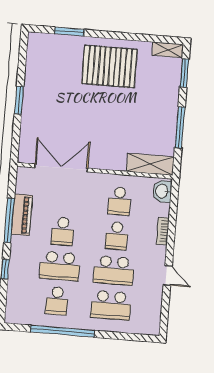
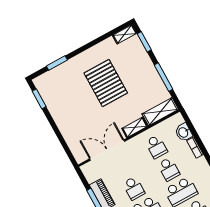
pallet: (109, 66) -> (106, 83), moved, turned 90
window: (19, 100) -> (39, 99), moved
shelving: (109, 163) -> (135, 127), added
washbasin: (162, 191) -> (184, 132), moved

